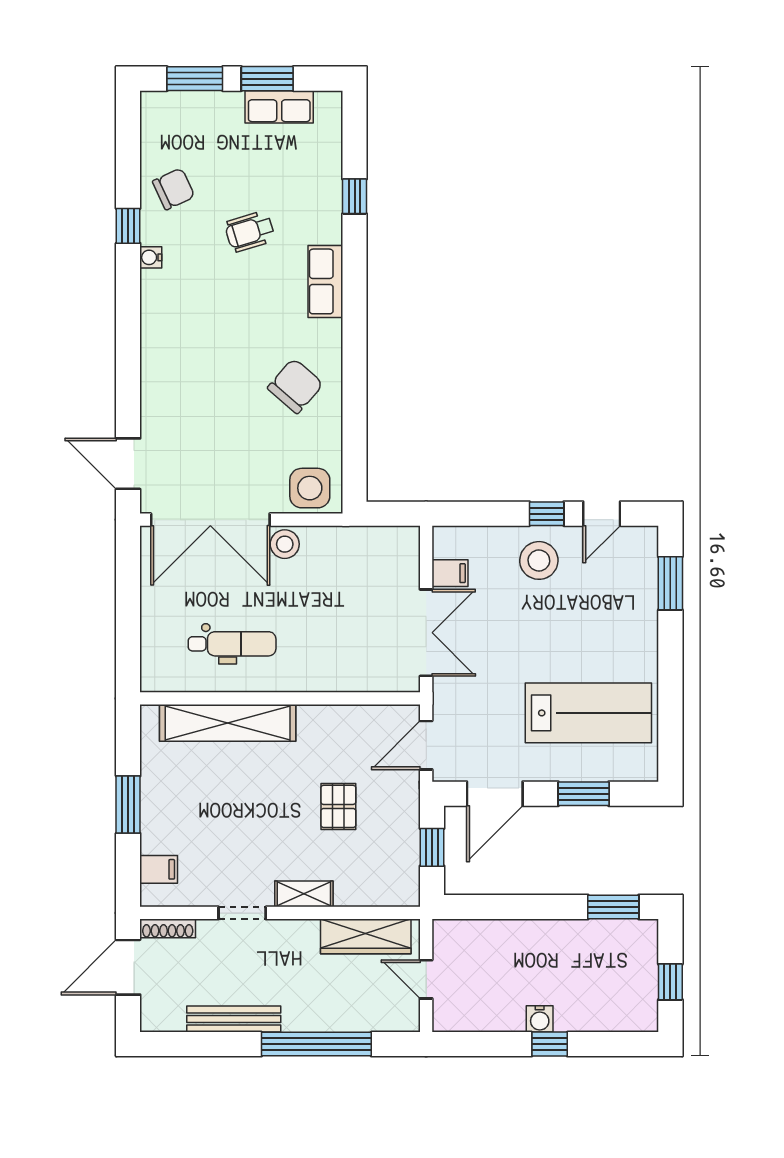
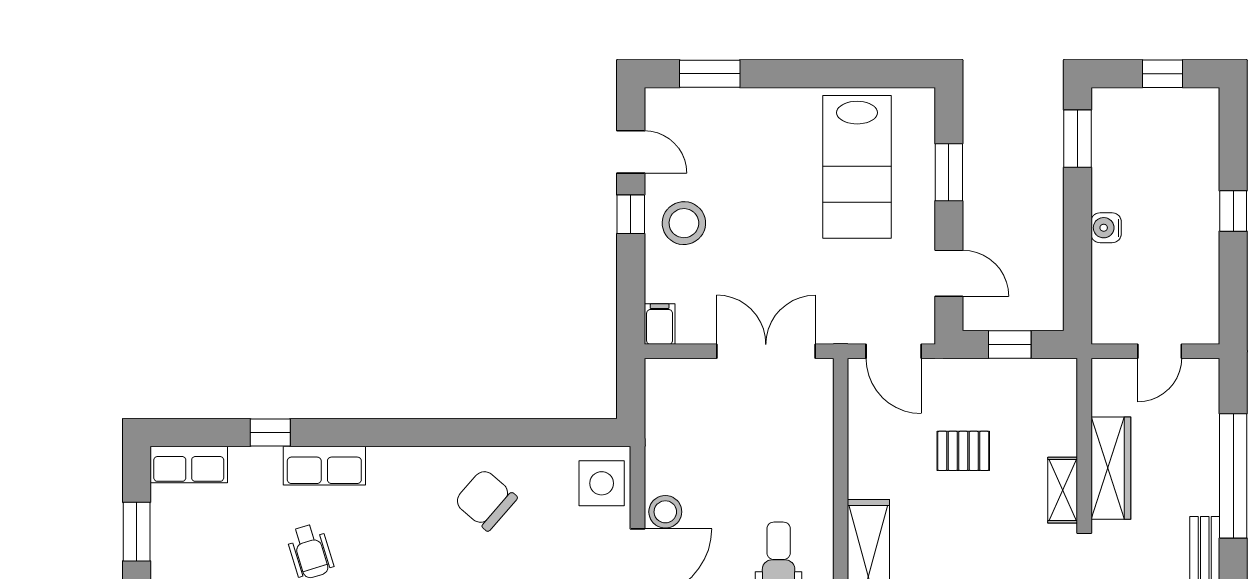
row of seats: (279, 107) -> (189, 465), moved, turned 90
row of seats: (325, 281) -> (324, 466), moved
filing cabinet: (450, 573) -> (660, 324), moved
lab bench: (588, 713) -> (857, 167), turned 180
door: (495, 794) -> (949, 273), width x0.73
wardrobe: (366, 936) -> (1111, 468), moved
water cooler: (540, 1019) -> (1106, 228), moved, turned 180

